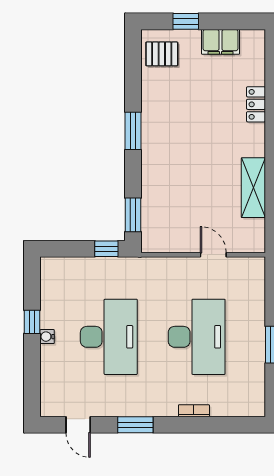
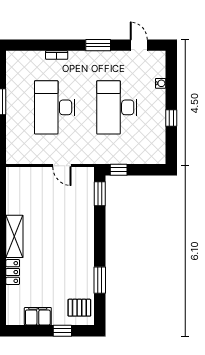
window: (133, 131) -> (100, 280), moved
shelving: (253, 188) -> (14, 236), moved
door: (213, 255) -> (62, 166), moved
water cooler: (47, 337) -> (161, 83), moved

